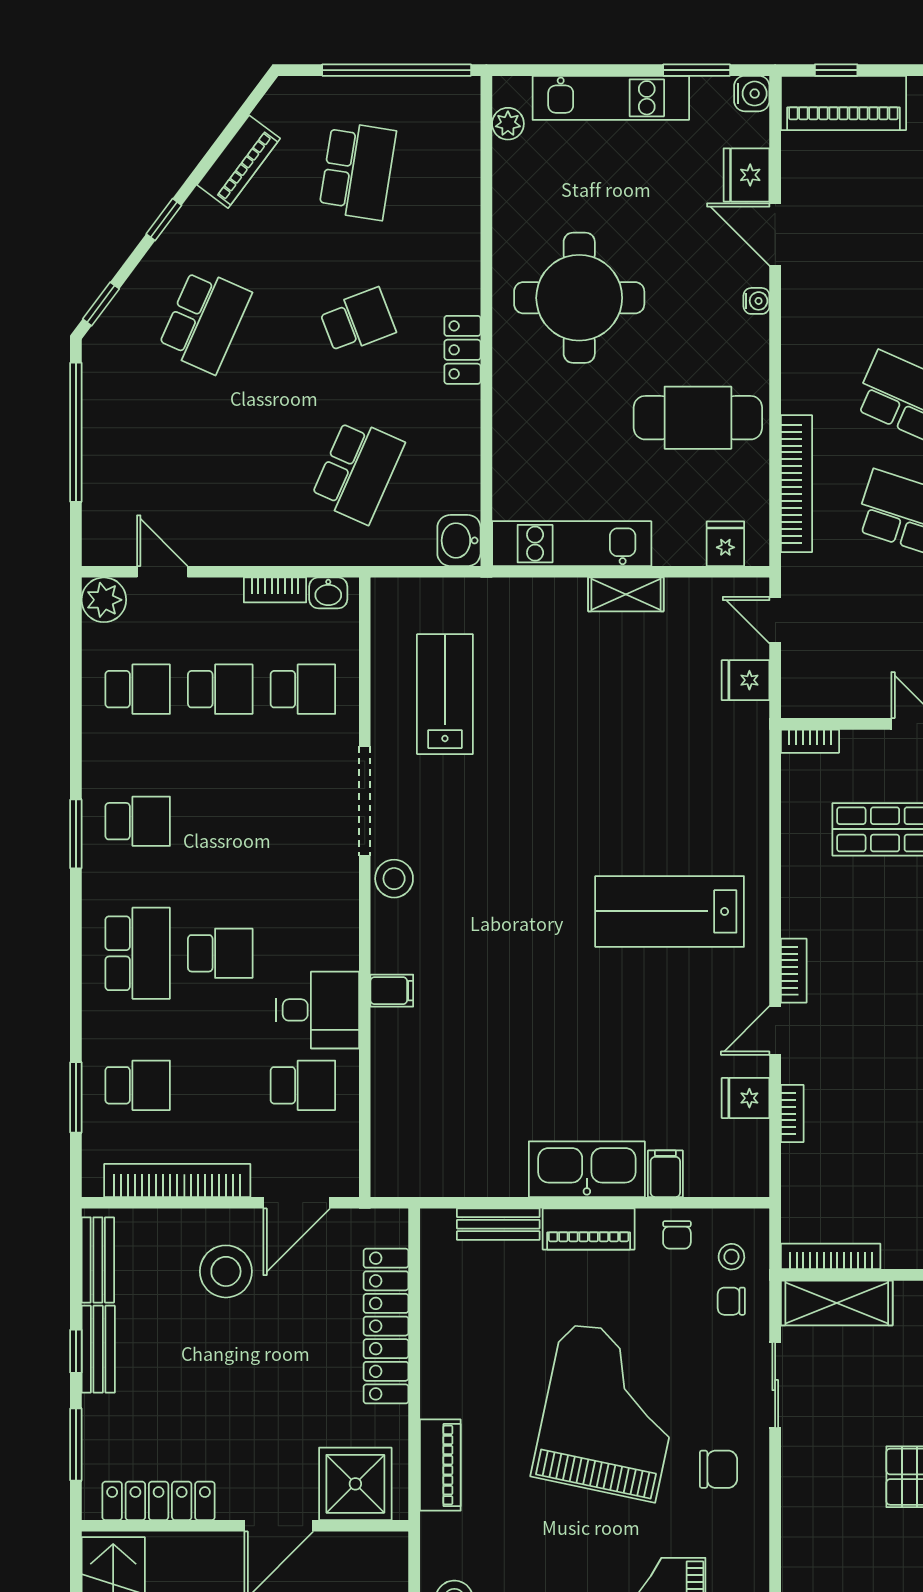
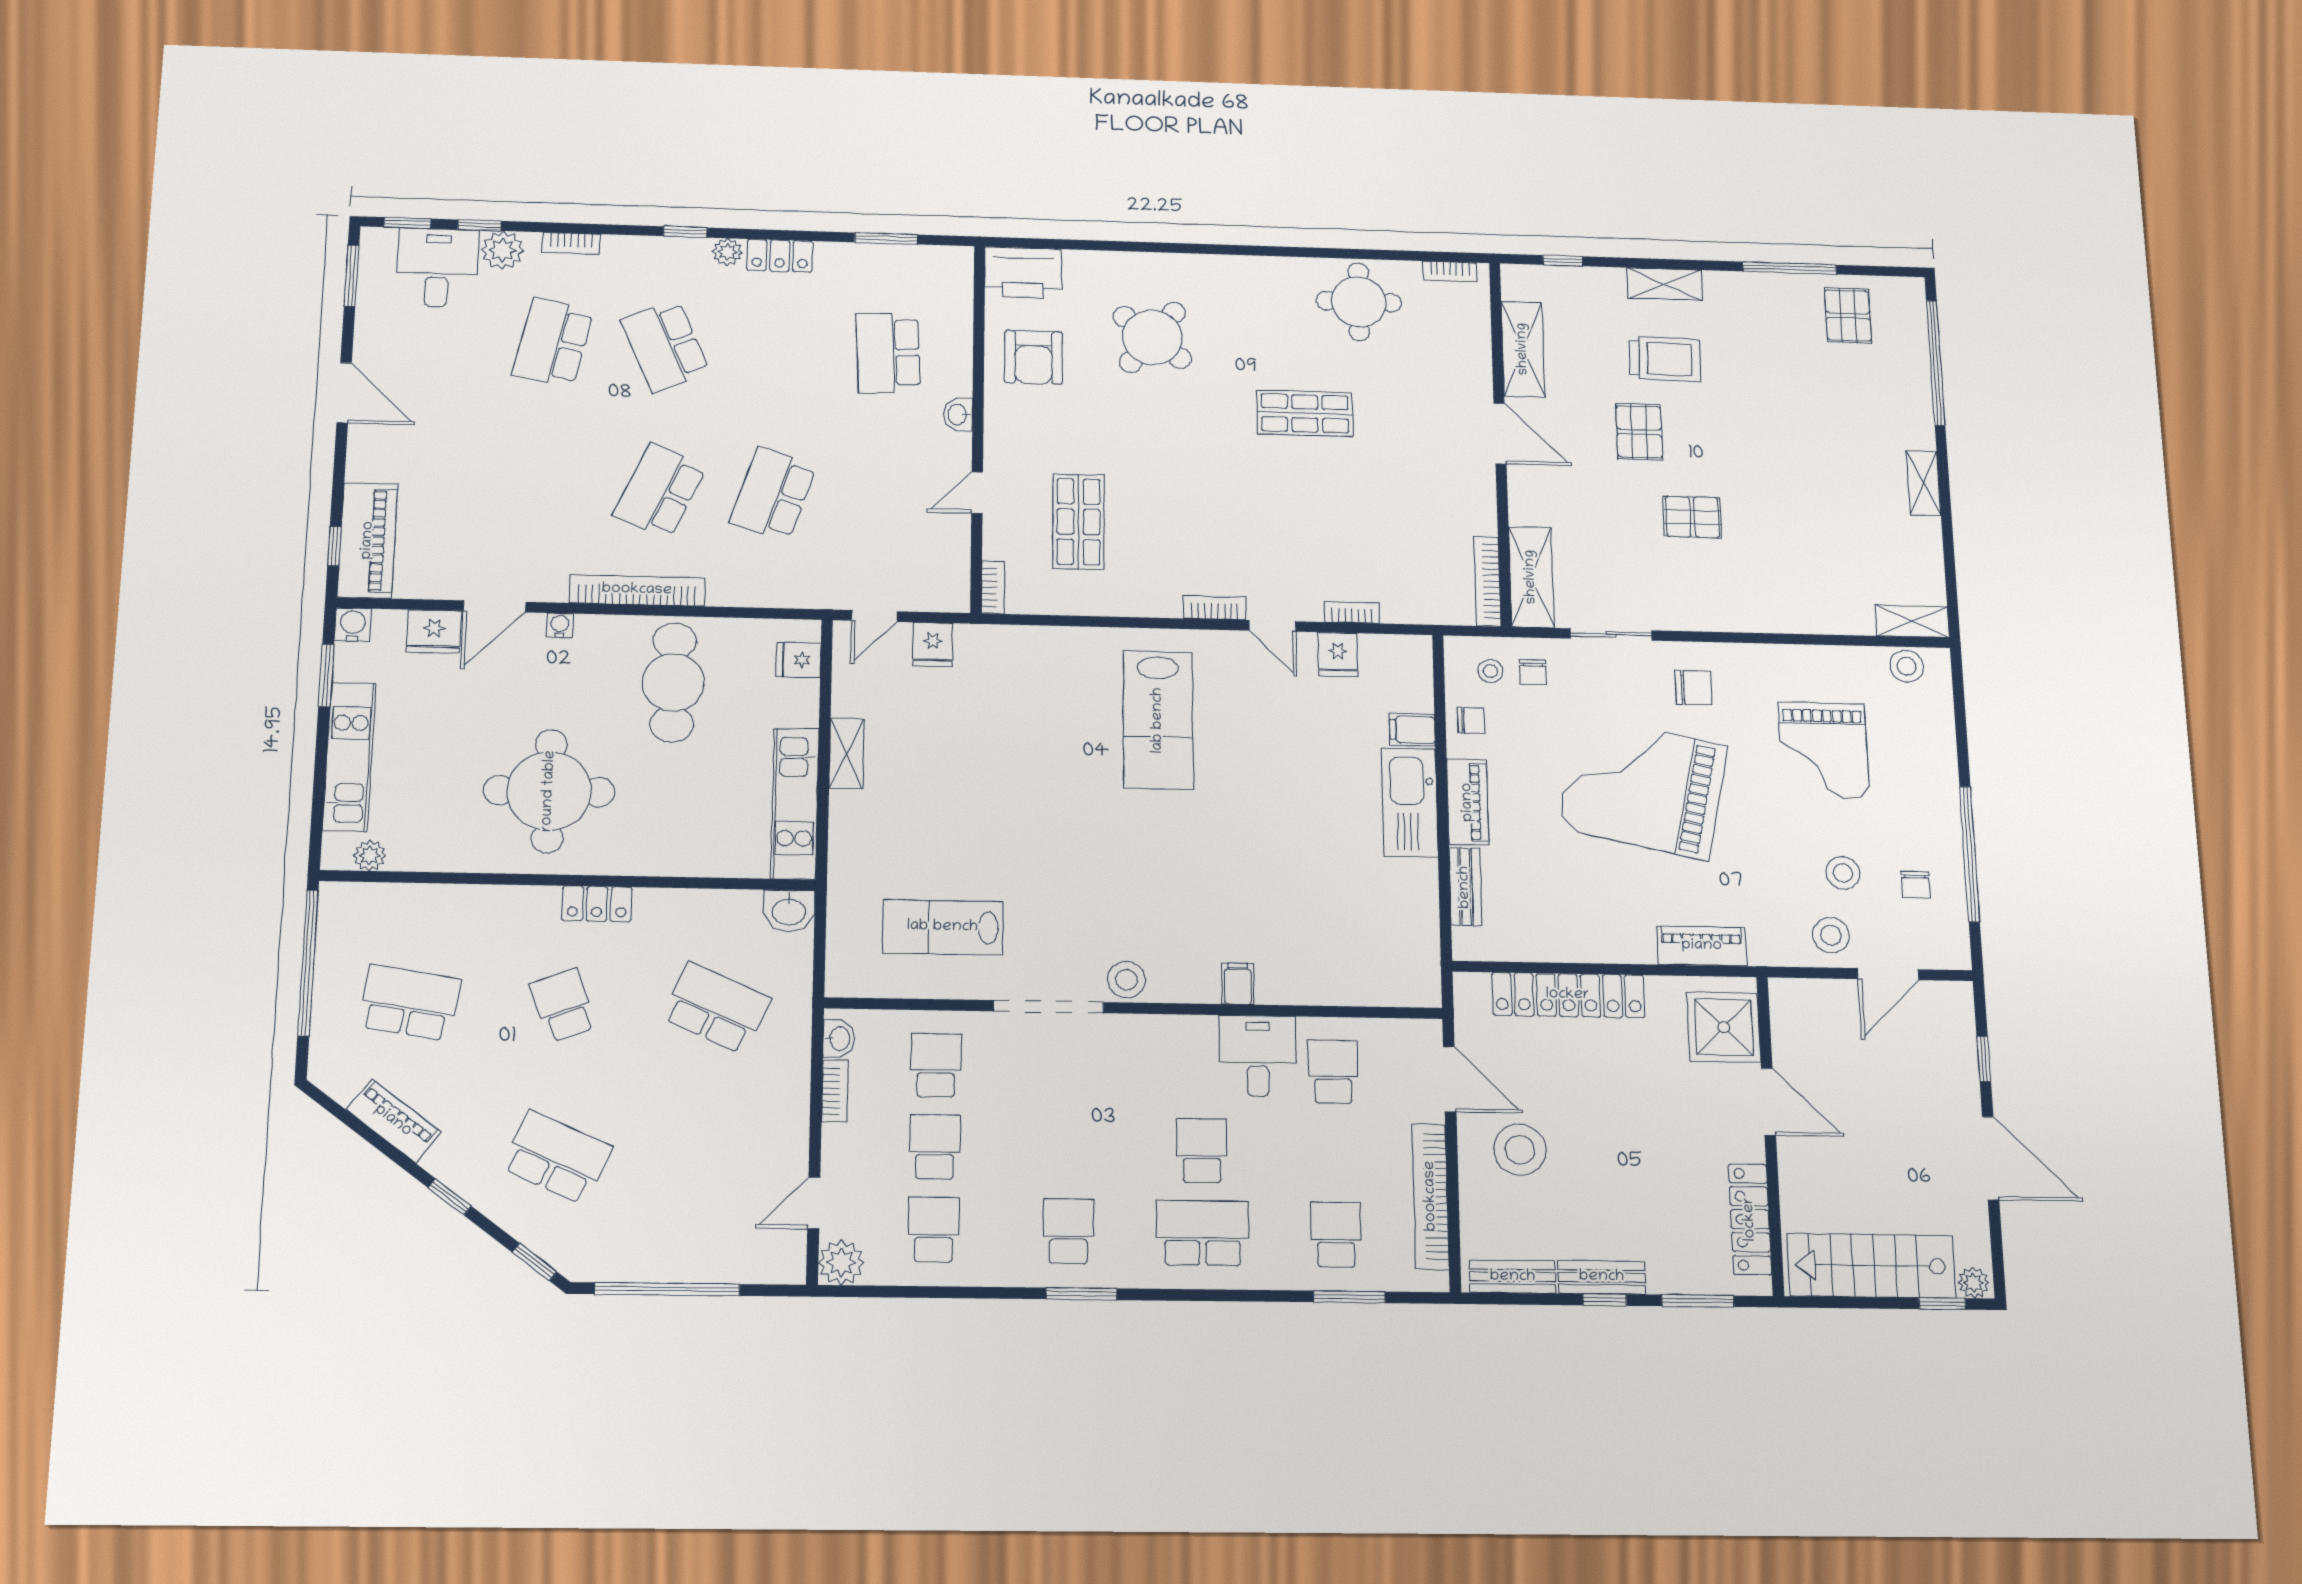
bookcase: (796, 484) -> (637, 590), moved
chair: (718, 1469) -> (1693, 688), turned 90

